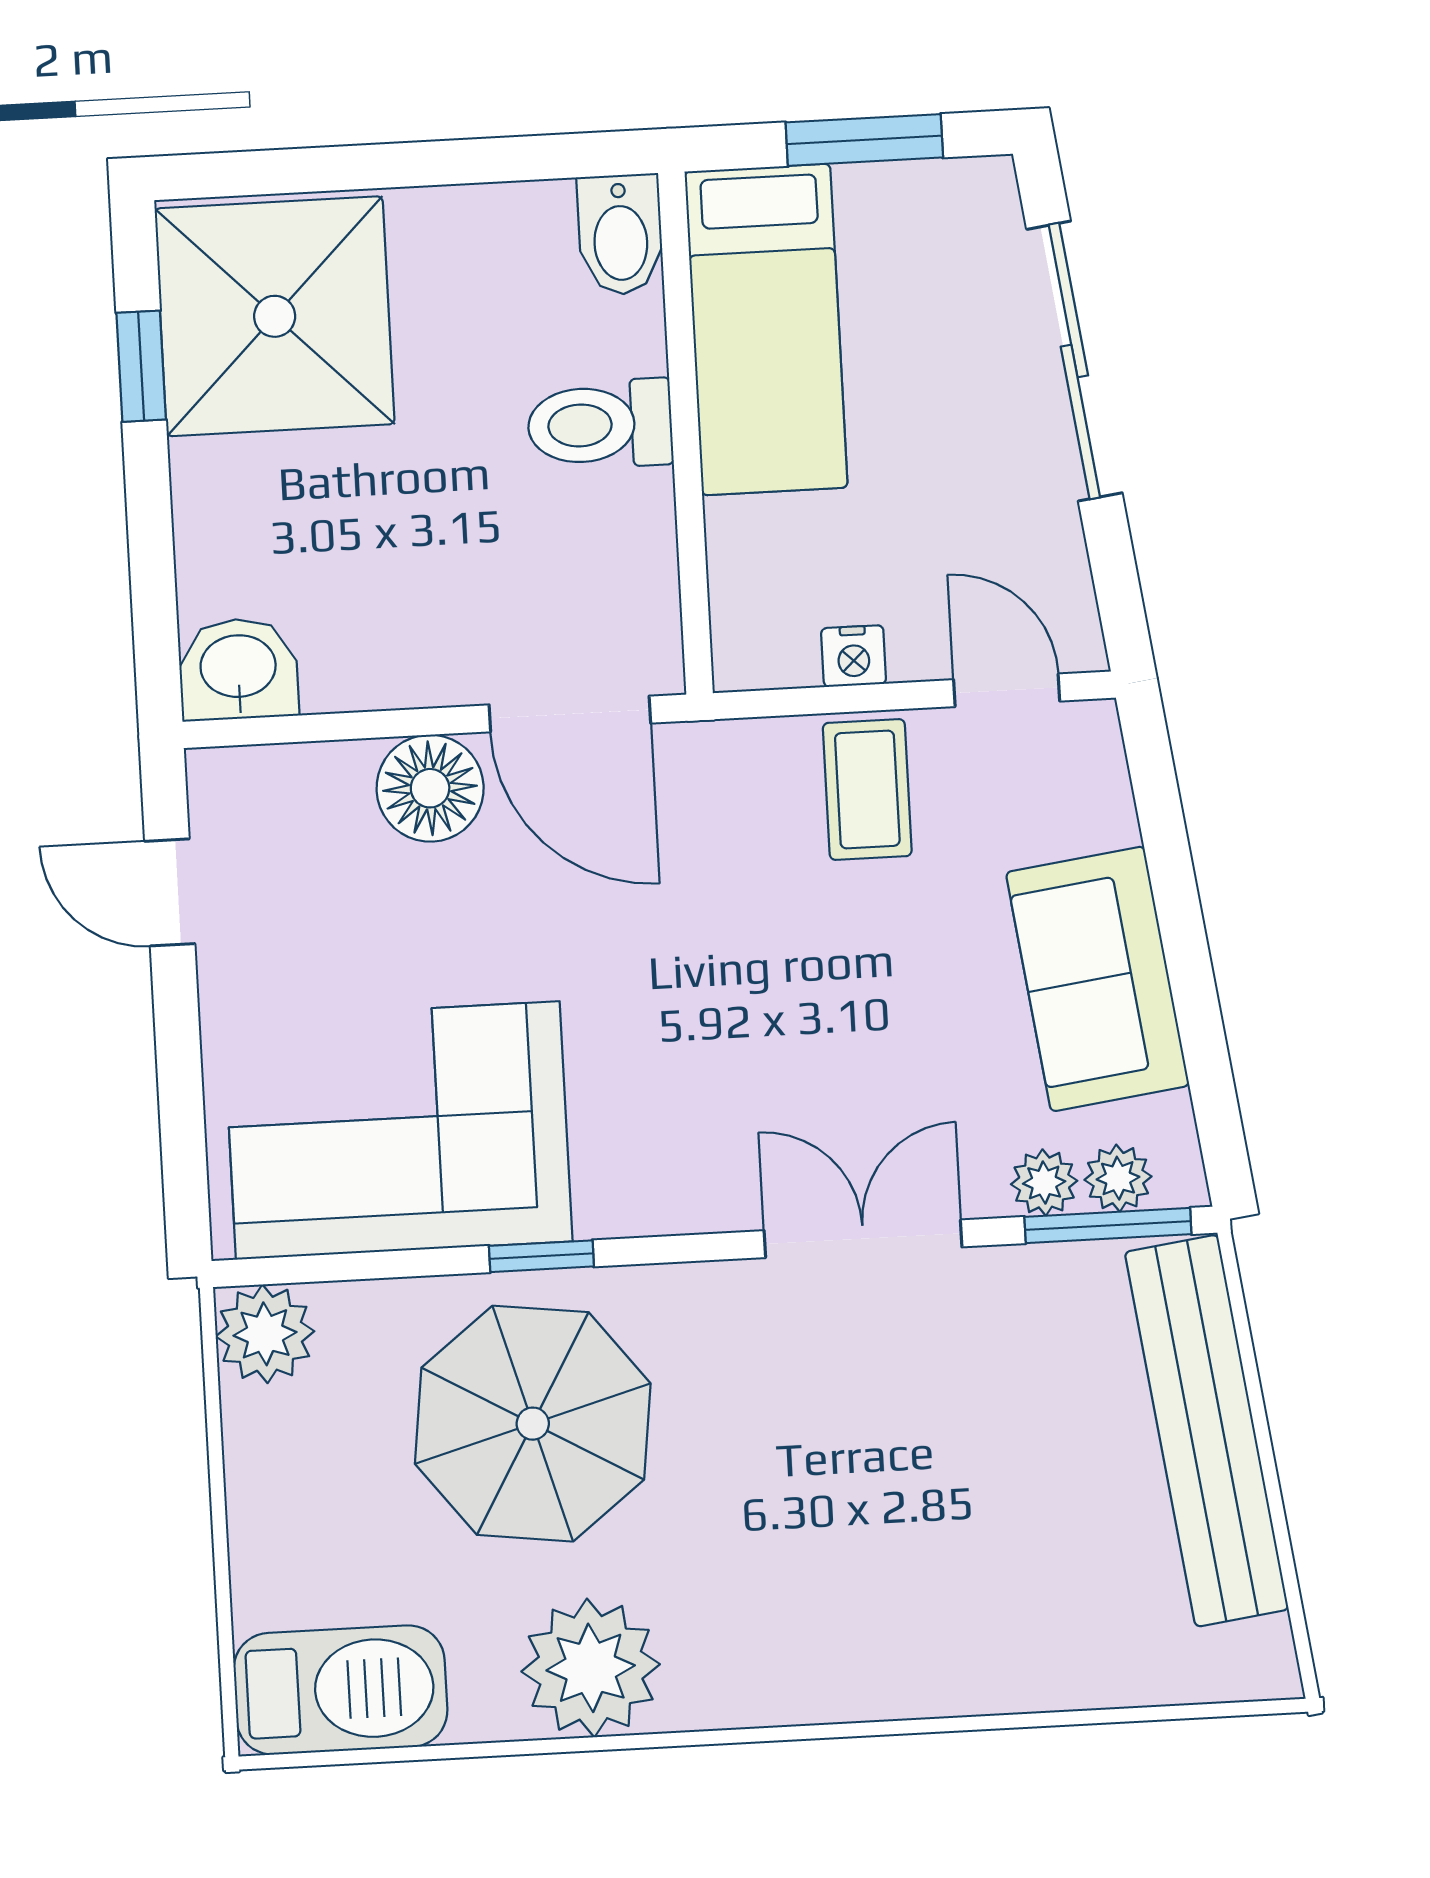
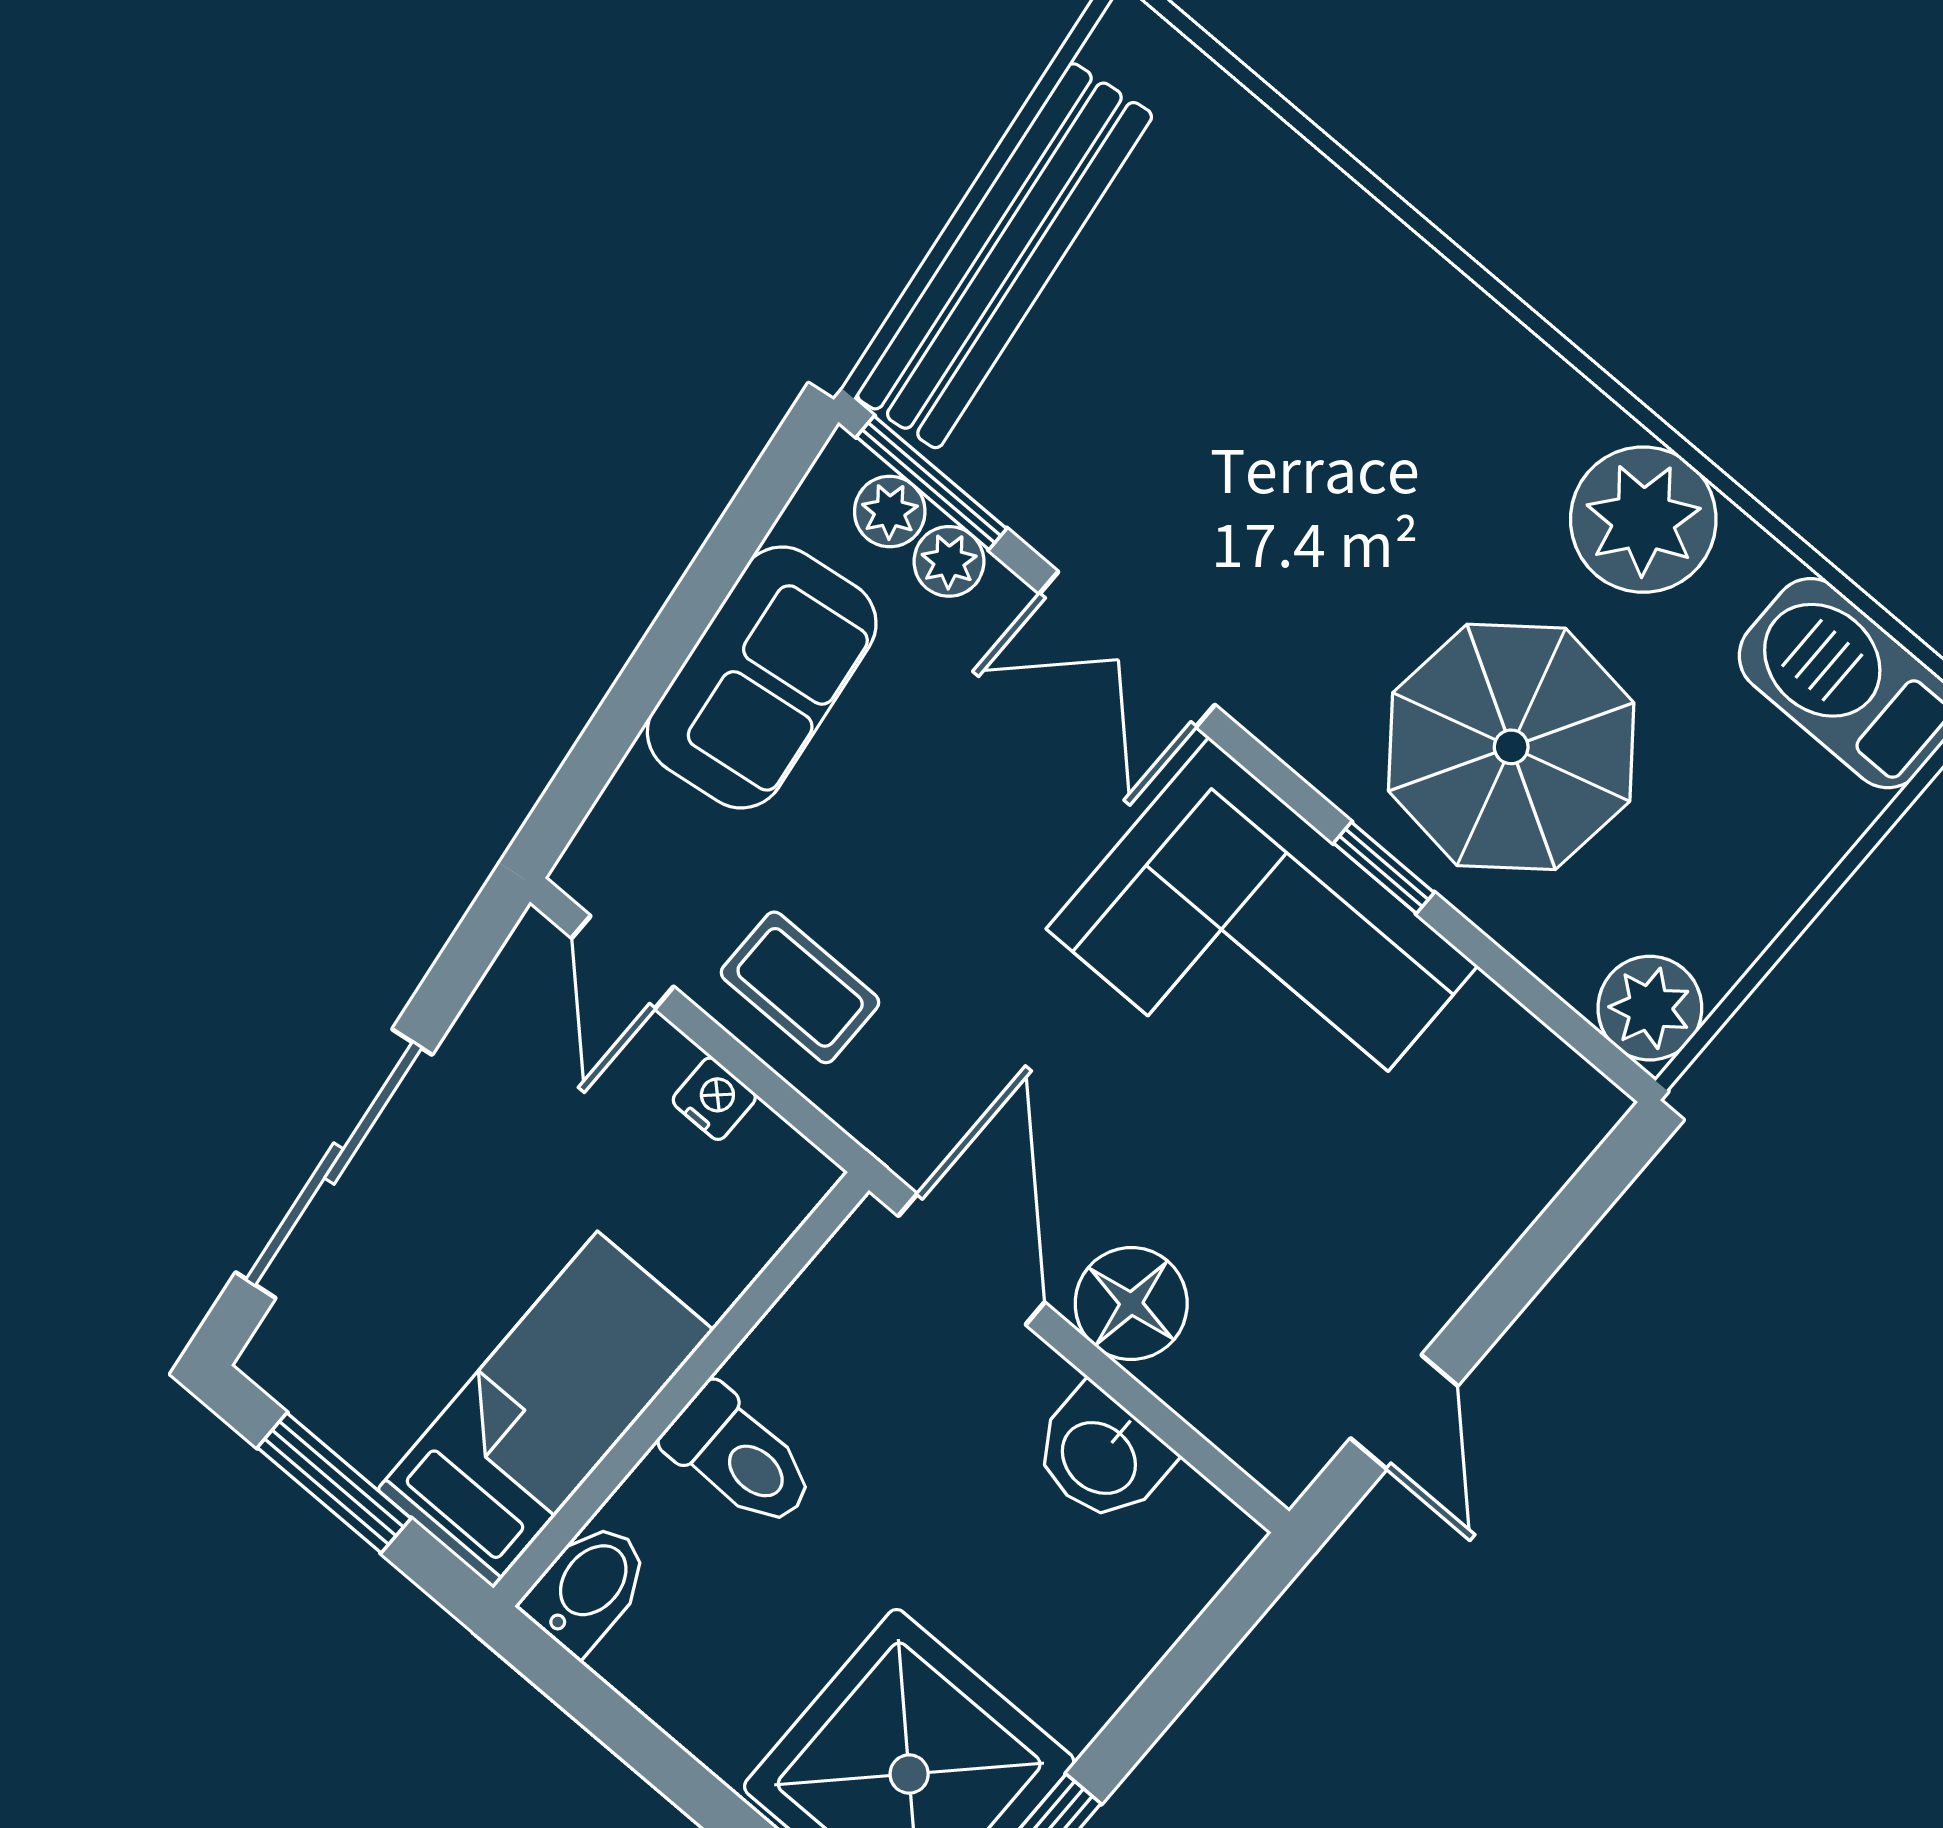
washbasin: (238, 669) -> (1101, 1456), moved
coffee table: (867, 789) -> (800, 987), turned 90
corner sofa: (398, 1130) -> (1262, 947), moved

